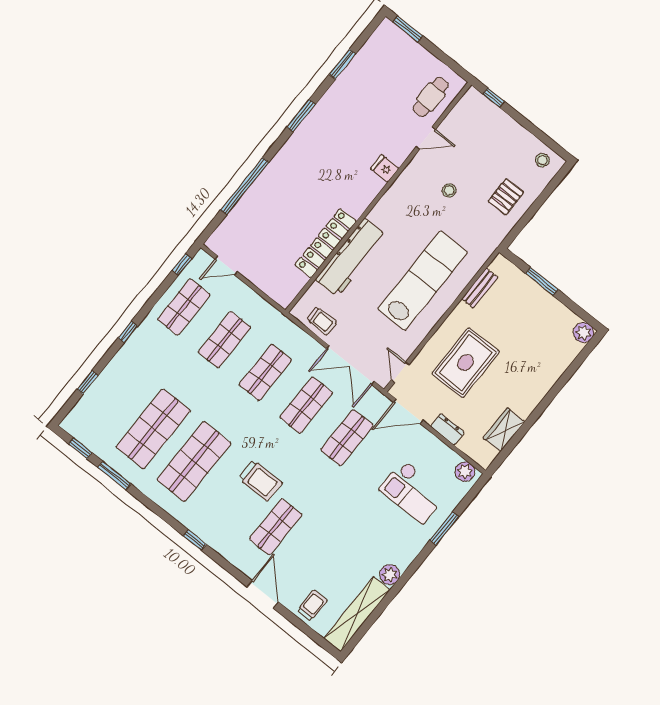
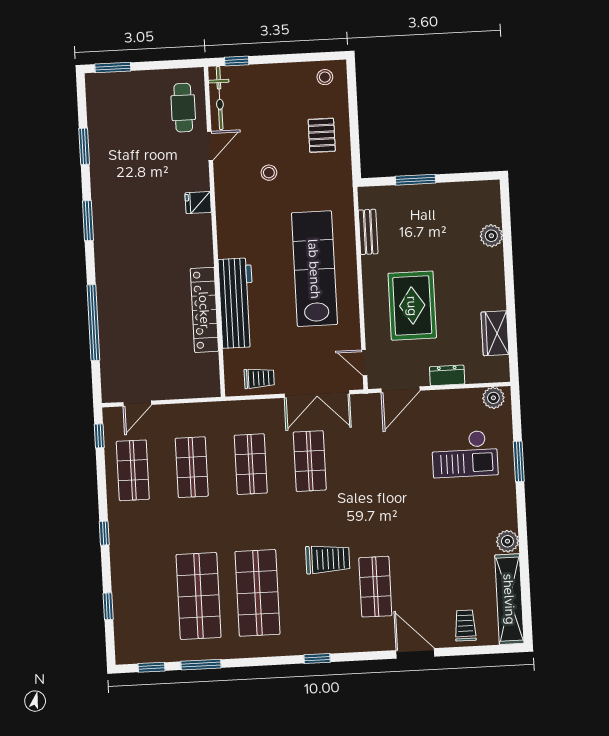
bicycle: (461, 112) -> (220, 98), added
plant: (584, 332) -> (491, 236), moved
shop shelf: (347, 438) -> (369, 458), removed

